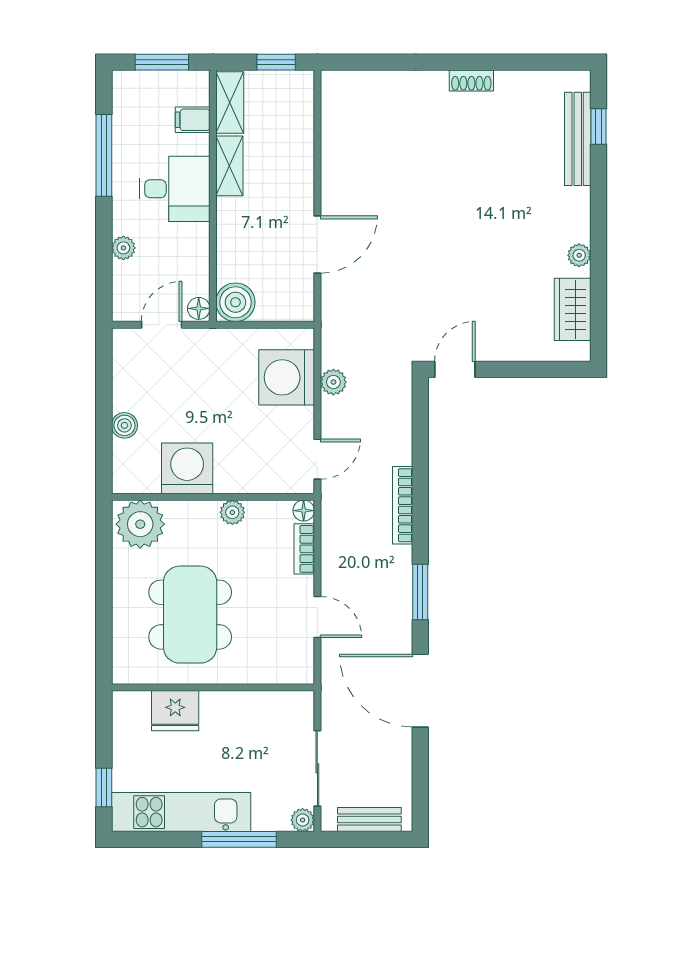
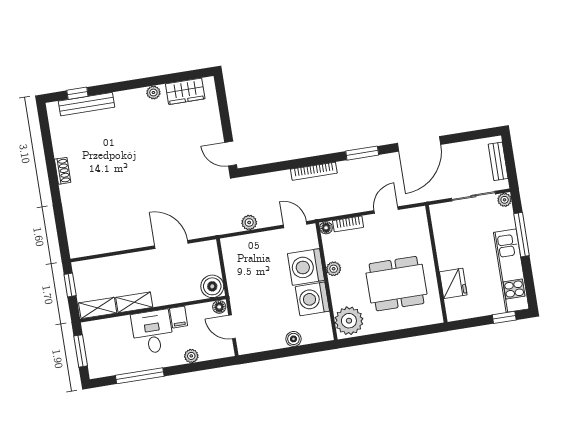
filing cabinet: (193, 120) -> (179, 317), moved
washing machine: (287, 377) -> (306, 267), moved, turned 90

